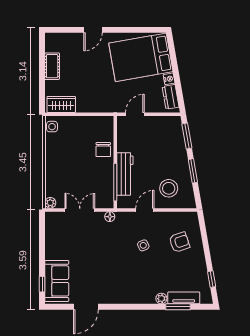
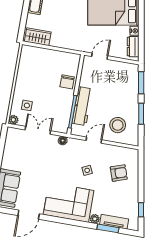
side table: (52, 127) -> (27, 105), moved
corner sofa: (129, 285) -> (69, 203), added

